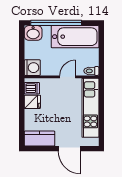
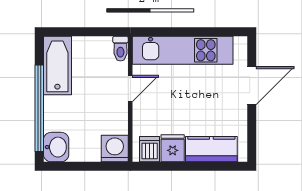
bathtub: (75, 37) -> (57, 65), width x0.73, depth x0.73
door: (68, 77) -> (130, 89), swing flipped
kitchen counter: (39, 138) -> (211, 149), moved, turned 90

